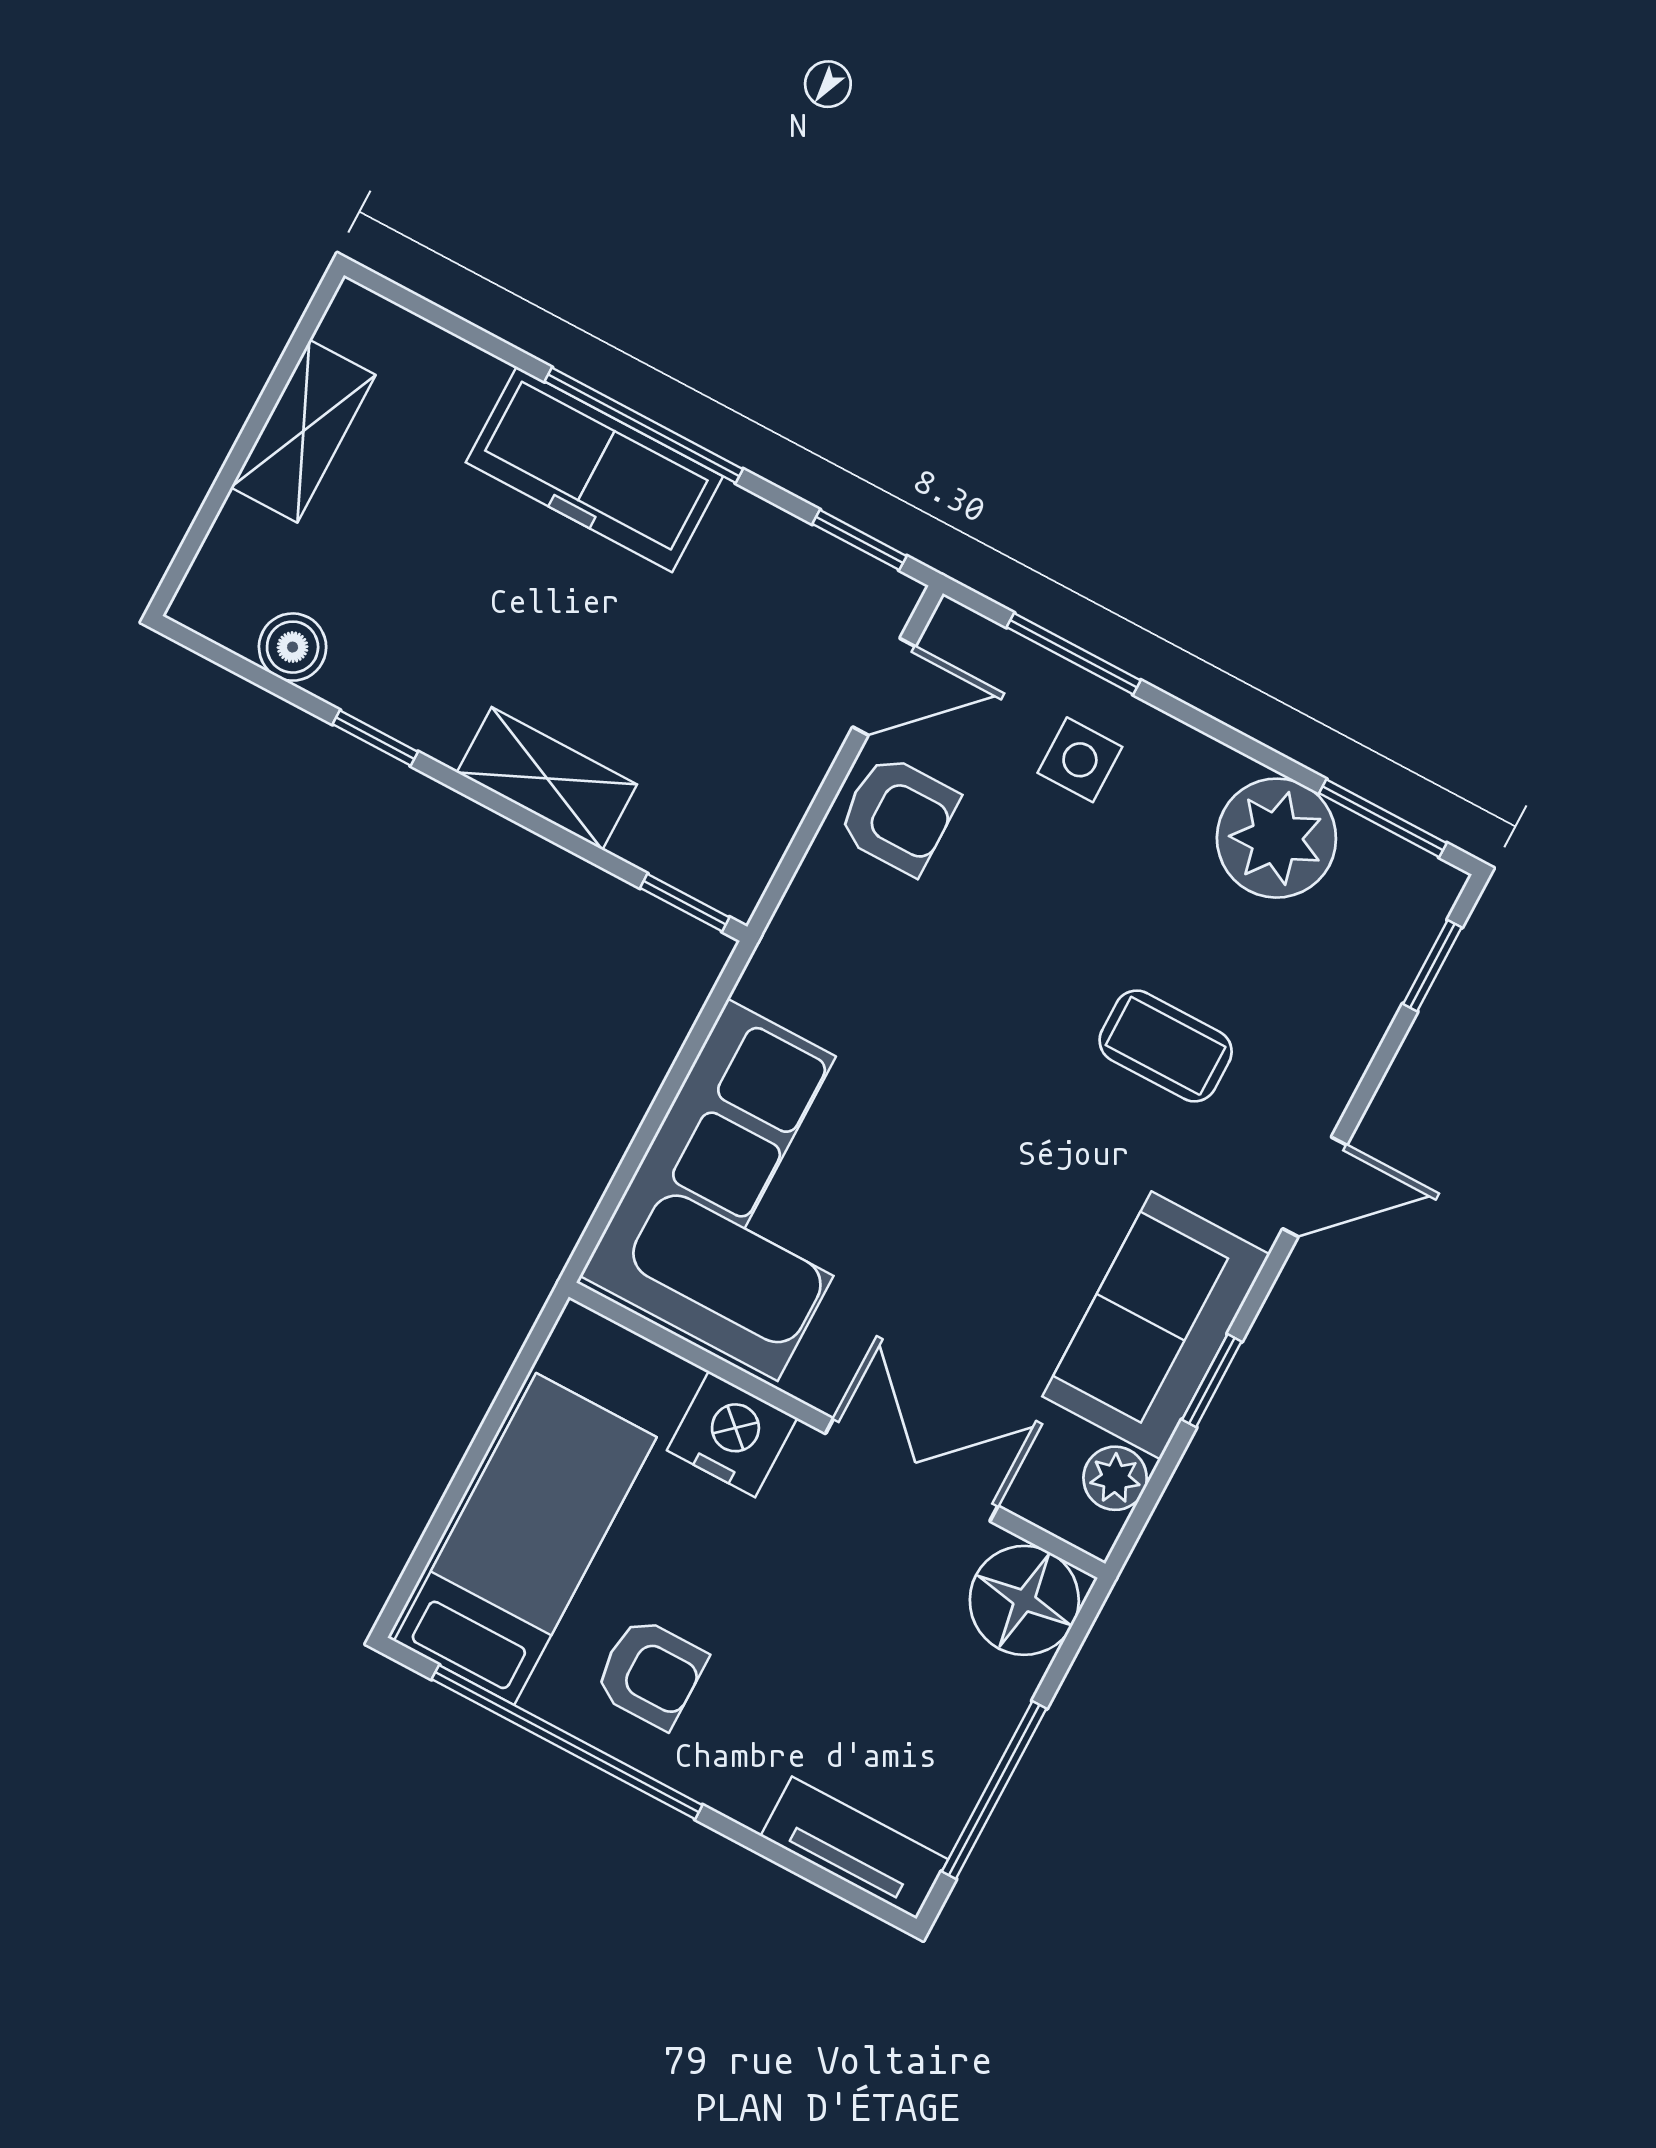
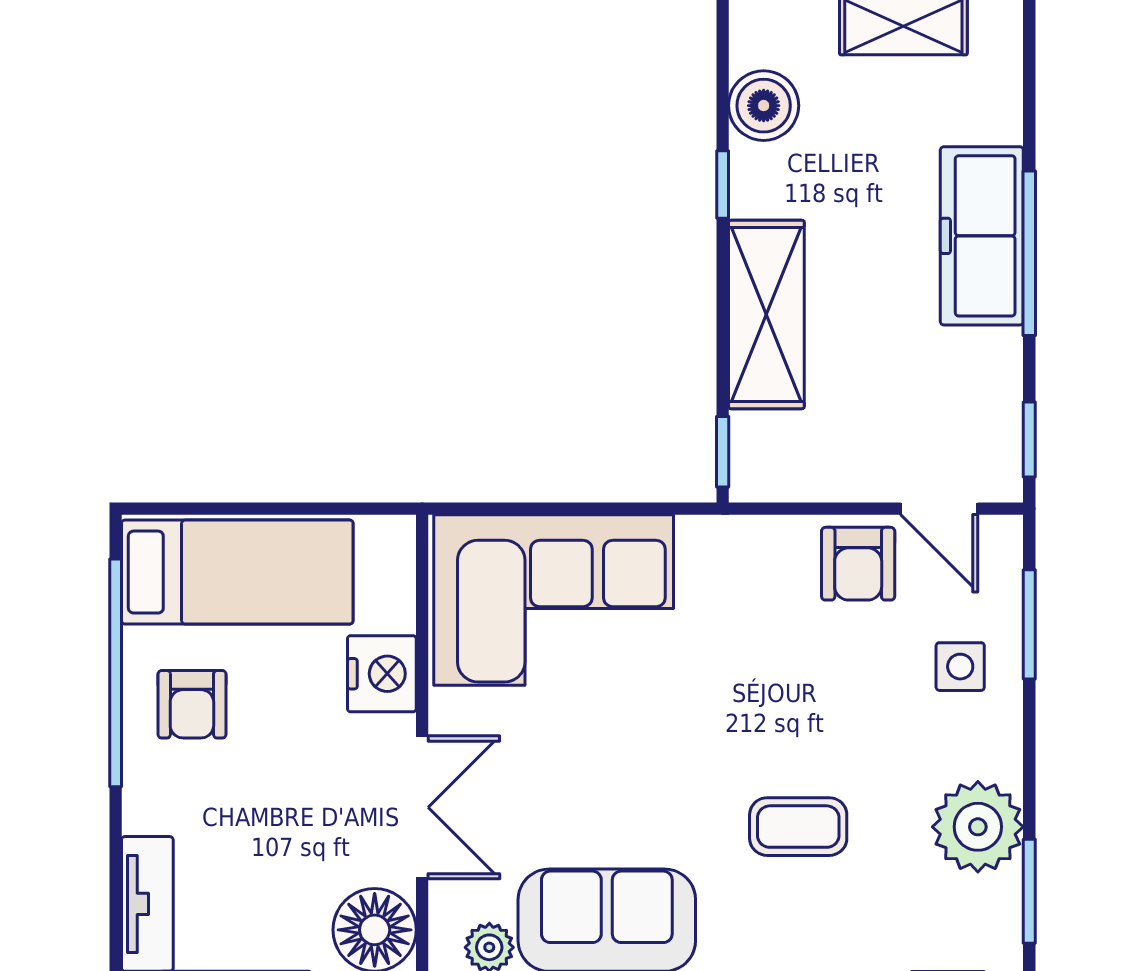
boiler: (293, 647) -> (764, 106), width x1.36, depth x1.36
shelving: (547, 778) -> (766, 314), width x1.50, depth x1.33
coffee table: (1166, 1046) -> (798, 827), turned 90

